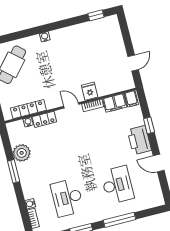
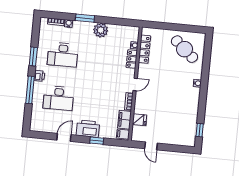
fridge: (90, 91) -> (139, 120), moved
plant: (22, 153) -> (101, 30), moved
window: (14, 171) -> (85, 18), moved
desk: (67, 198) -> (63, 55), turned 180
printer: (100, 215) -> (39, 76), added

